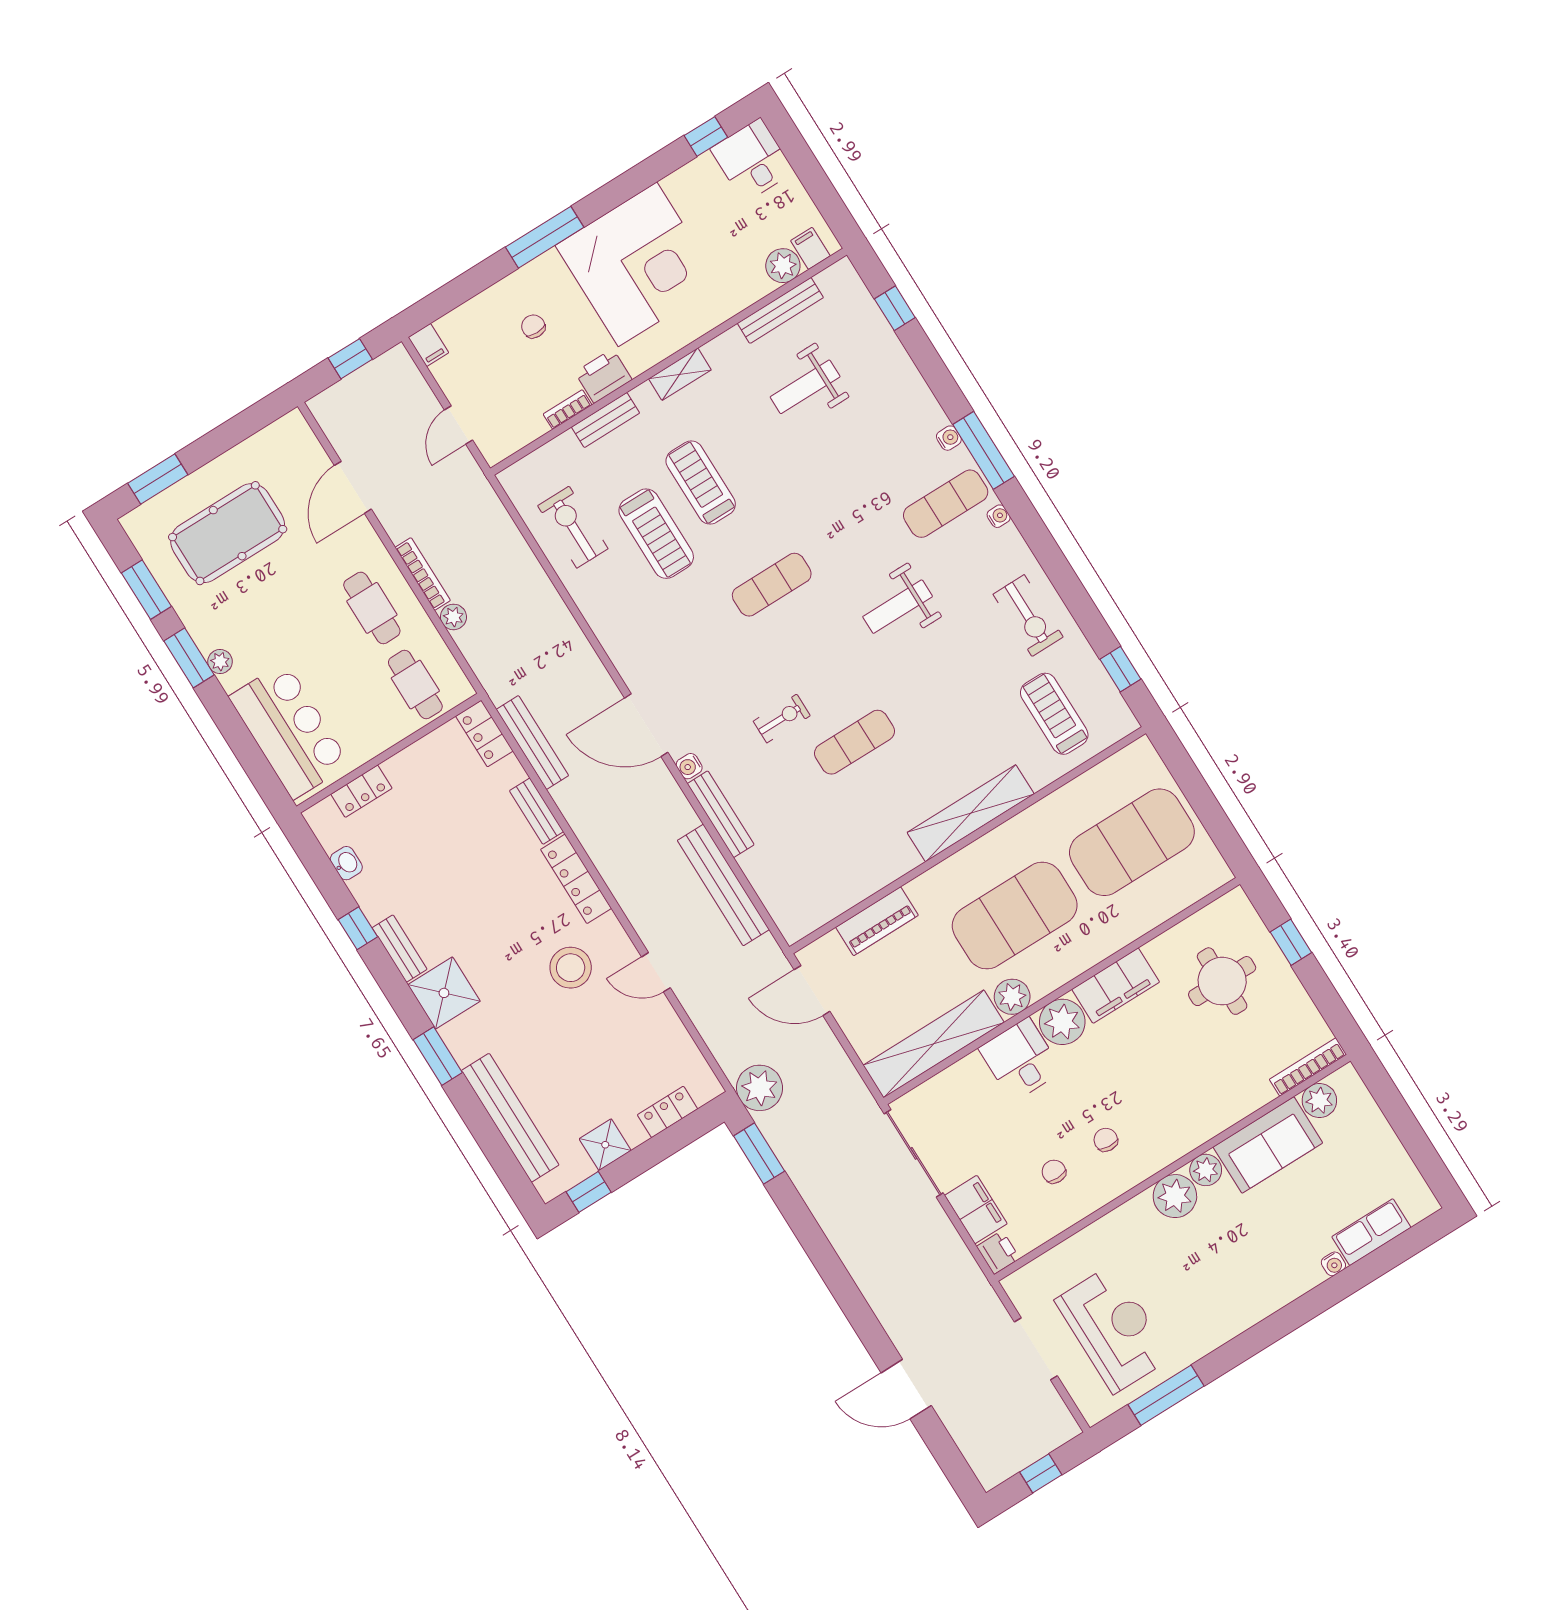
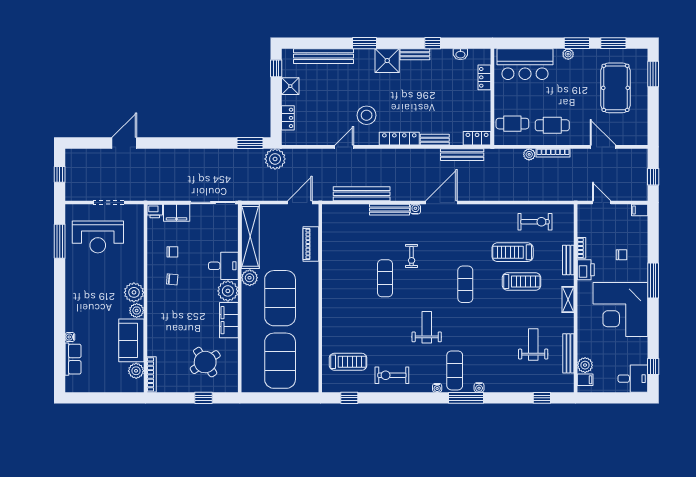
shelving: (971, 813) -> (330, 306), removed
round table: (1222, 981) -> (205, 362), turned -34

